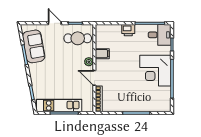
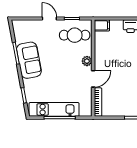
sofa: (34, 46) -> (29, 60), moved
filing cabinet: (102, 54) -> (102, 25), moved
door: (94, 78) -> (93, 79), swing flipped

